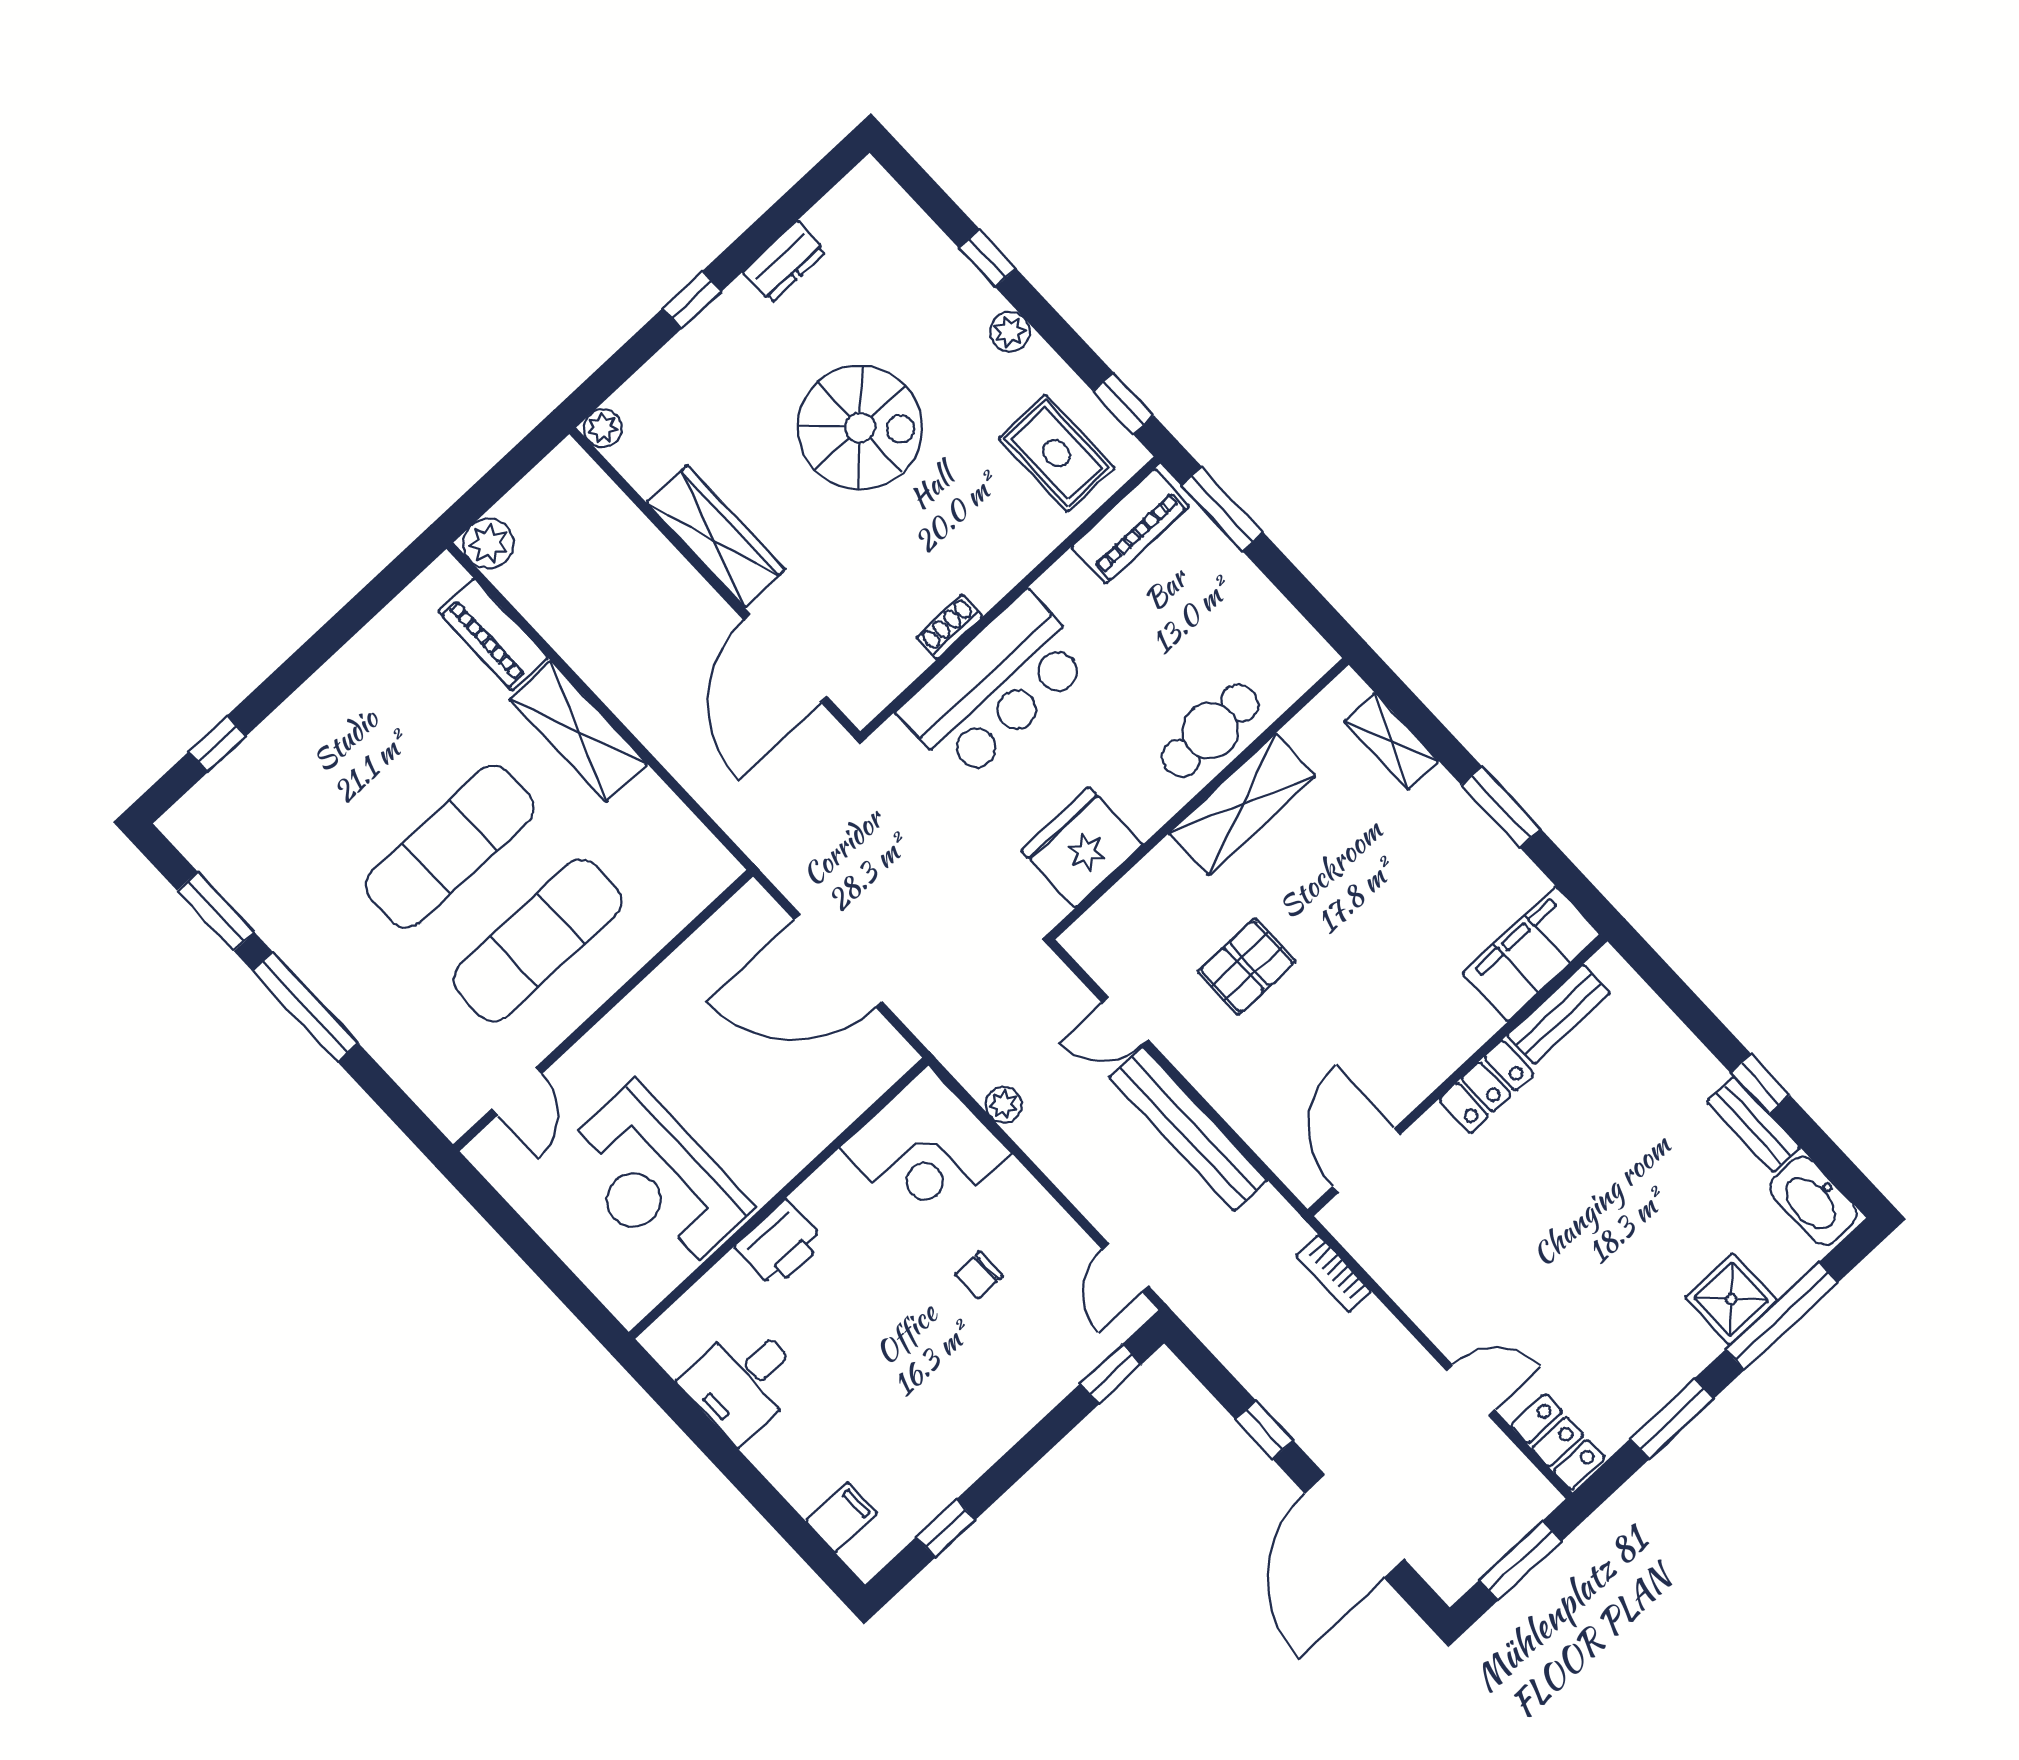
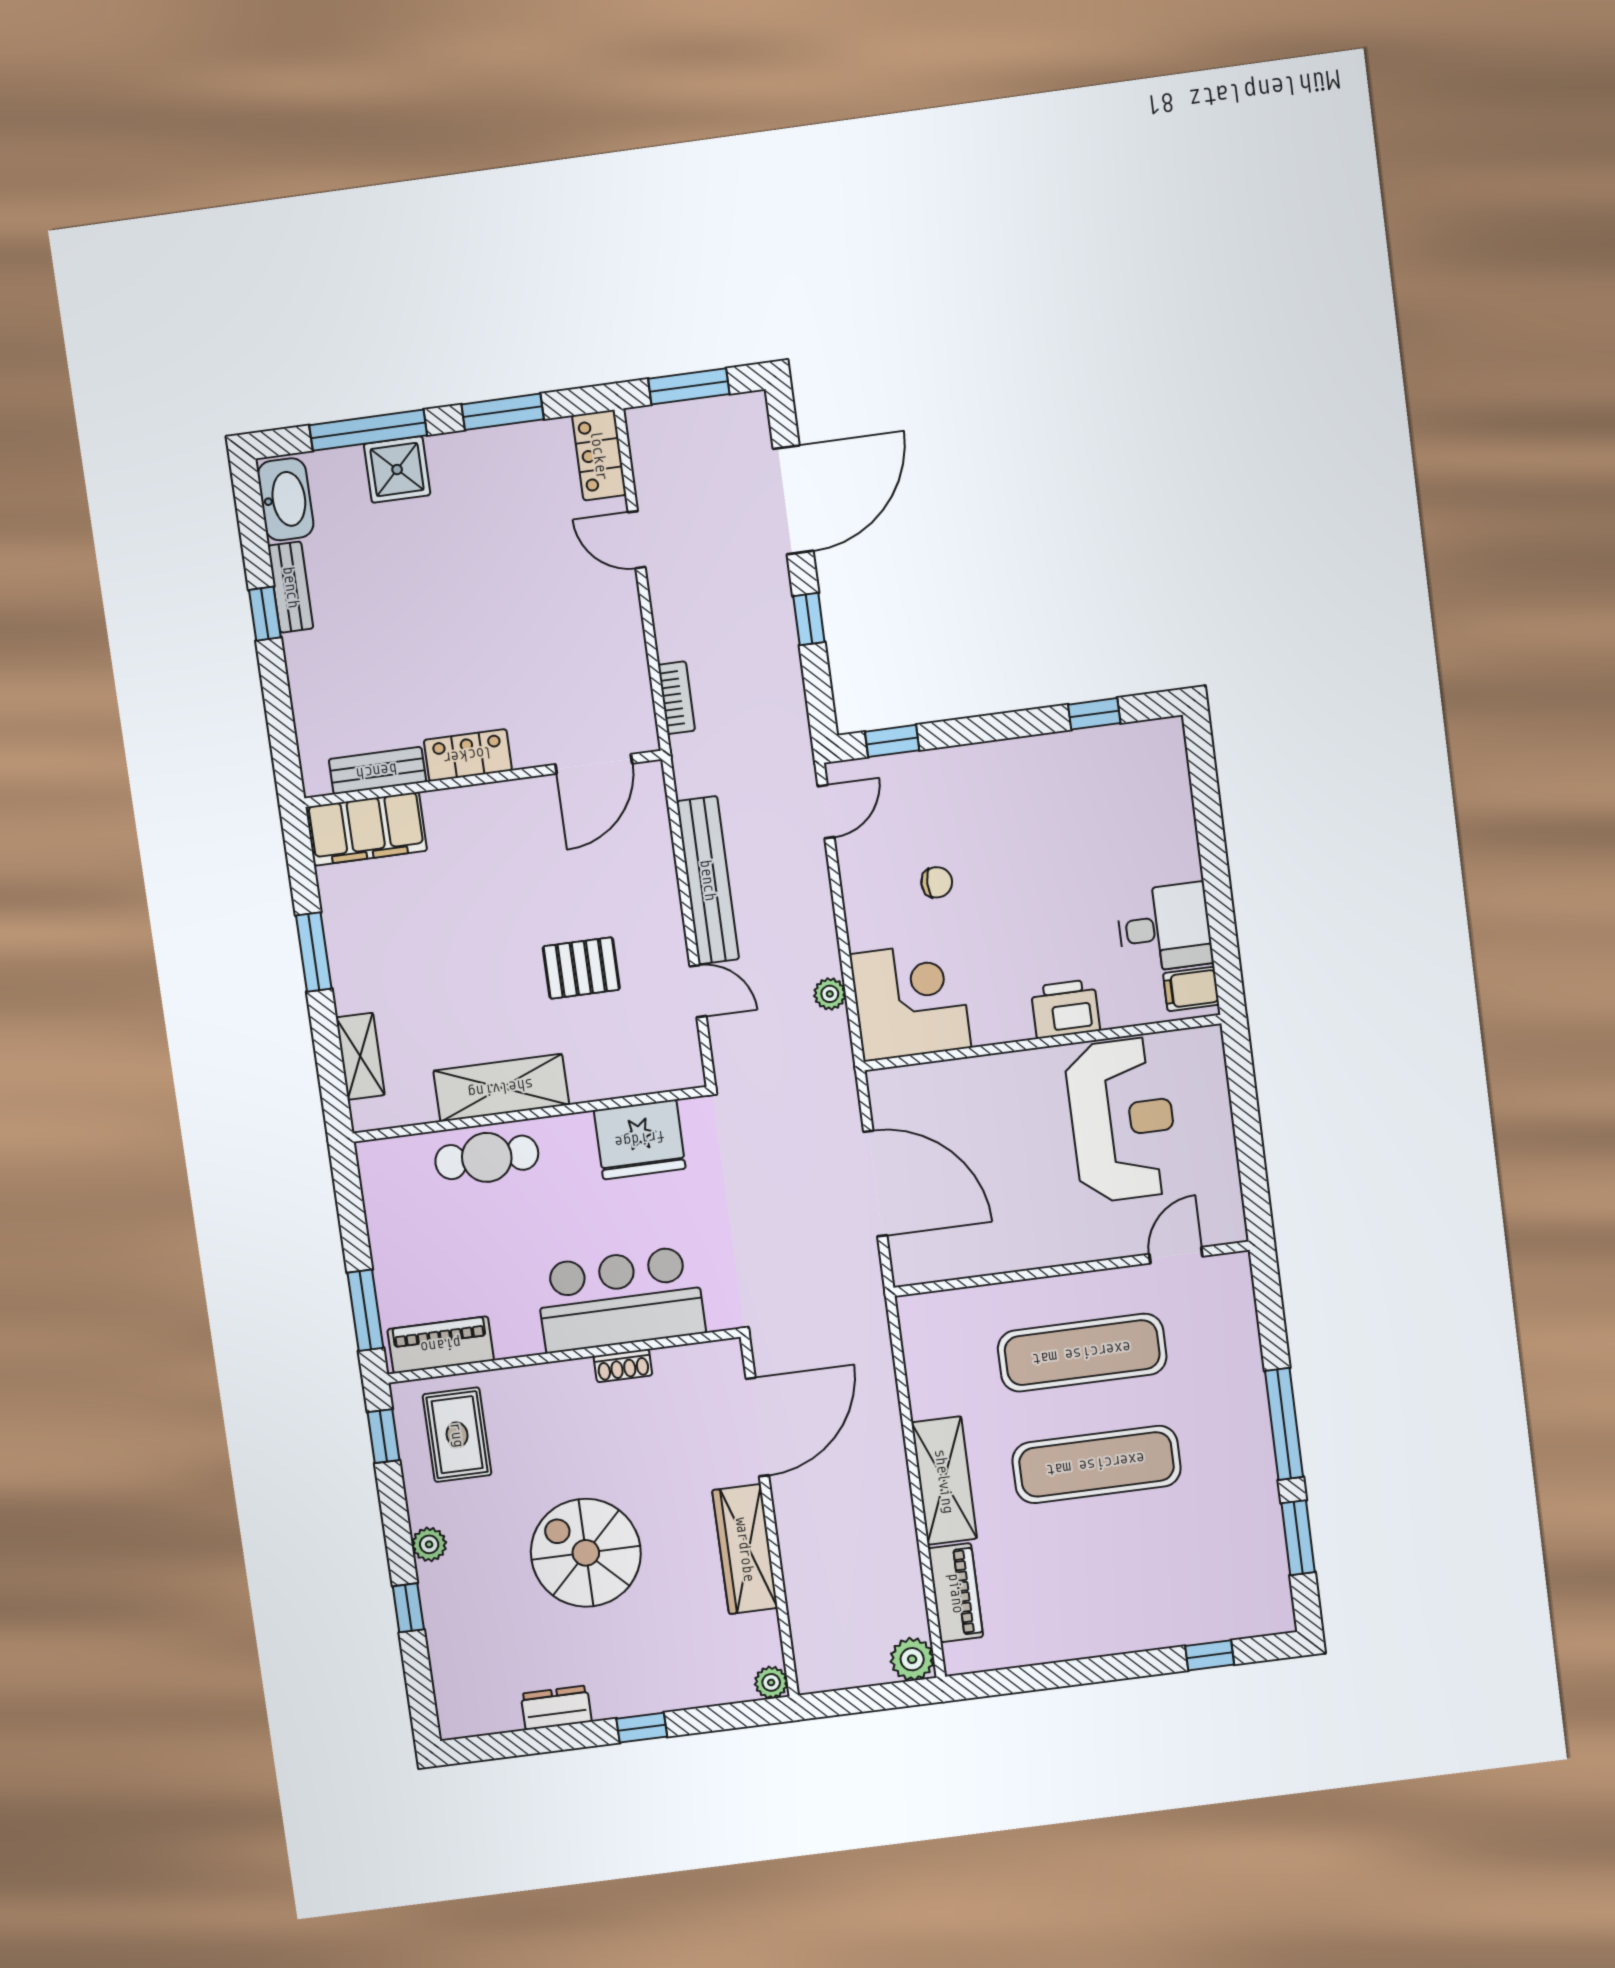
filing cabinet: (842, 1517) -> (1191, 989), moved

